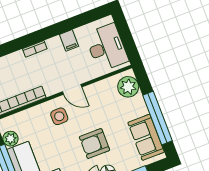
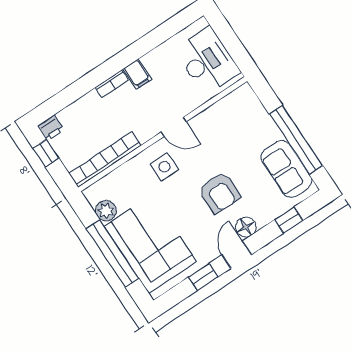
filing cabinet: (69, 40) -> (137, 74), moved
plant: (128, 87) -> (248, 107), removed
armchair: (94, 144) -> (219, 193), turned -90

